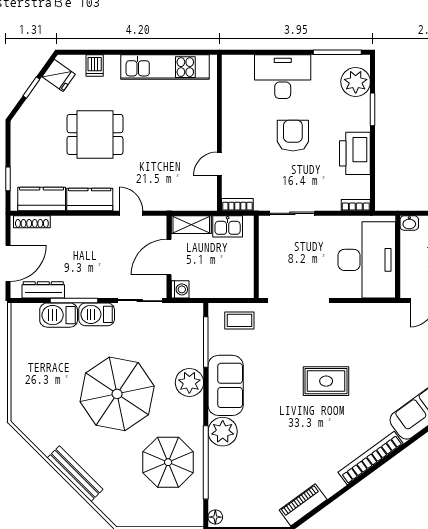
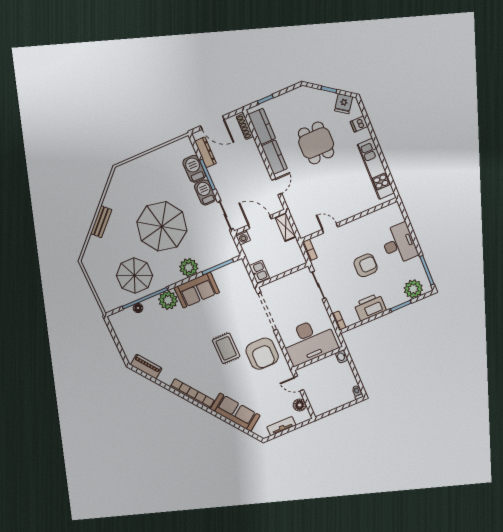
kitchen sink: (228, 226) -> (259, 272), moved, turned 180
coffee table: (239, 320) -> (240, 281), removed
armchair: (356, 334) -> (262, 354), added
bench: (75, 474) -> (101, 222), width x0.73
floor lamp: (215, 517) -> (138, 308), moved

